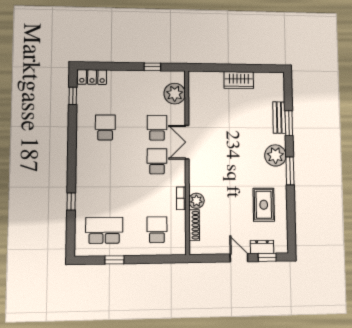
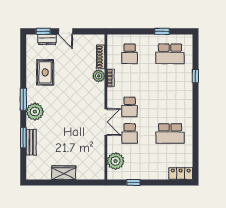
window: (73, 96) -> (195, 158), removed
school desk: (105, 127) -> (170, 133), width x1.85

